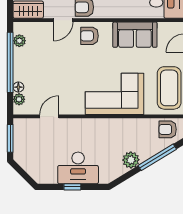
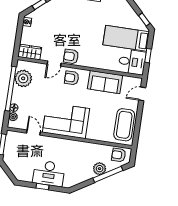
plant: (19, 41) -> (23, 78), width x1.87, depth x1.87
corner sofa: (114, 94) -> (66, 120), moved
door: (49, 116) -> (33, 133), hinge flipped
plant: (131, 160) -> (100, 169), moved

